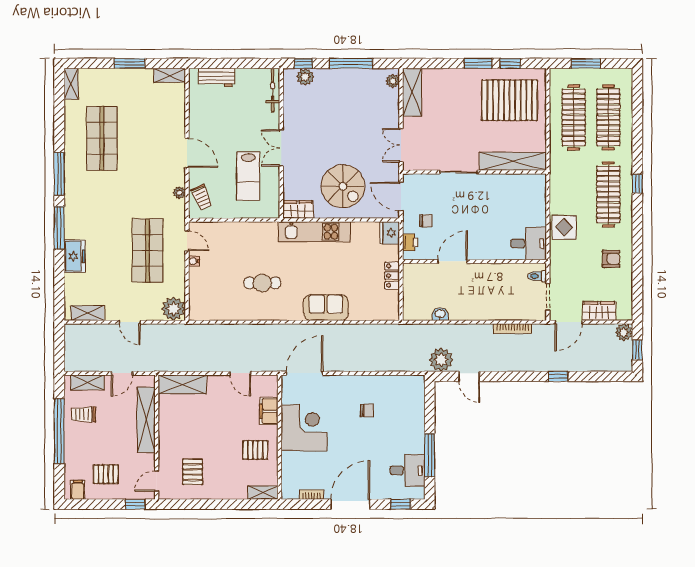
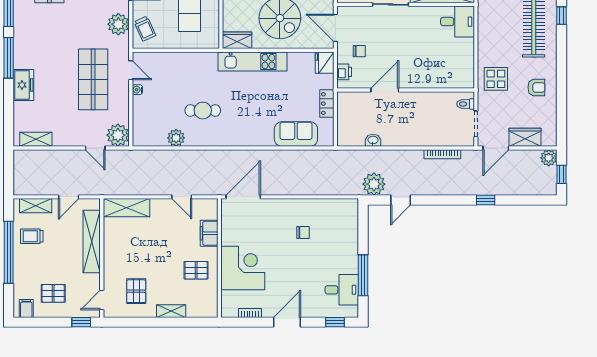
plant: (179, 193) -> (118, 24), width x1.88, depth x1.88
display table: (564, 227) -> (496, 79), moved
desk: (529, 244) -> (458, 22), moved
sofa: (326, 308) -> (296, 134), moved
plant: (234, 311) -> (176, 138), added
door: (130, 322) -> (95, 148), moved
door: (469, 376) -> (401, 200), hinge flipped
corner desk: (304, 428) -> (243, 268), moved
shelving: (263, 493) -> (171, 311), moved
door: (350, 504) -> (287, 322), width x0.73

